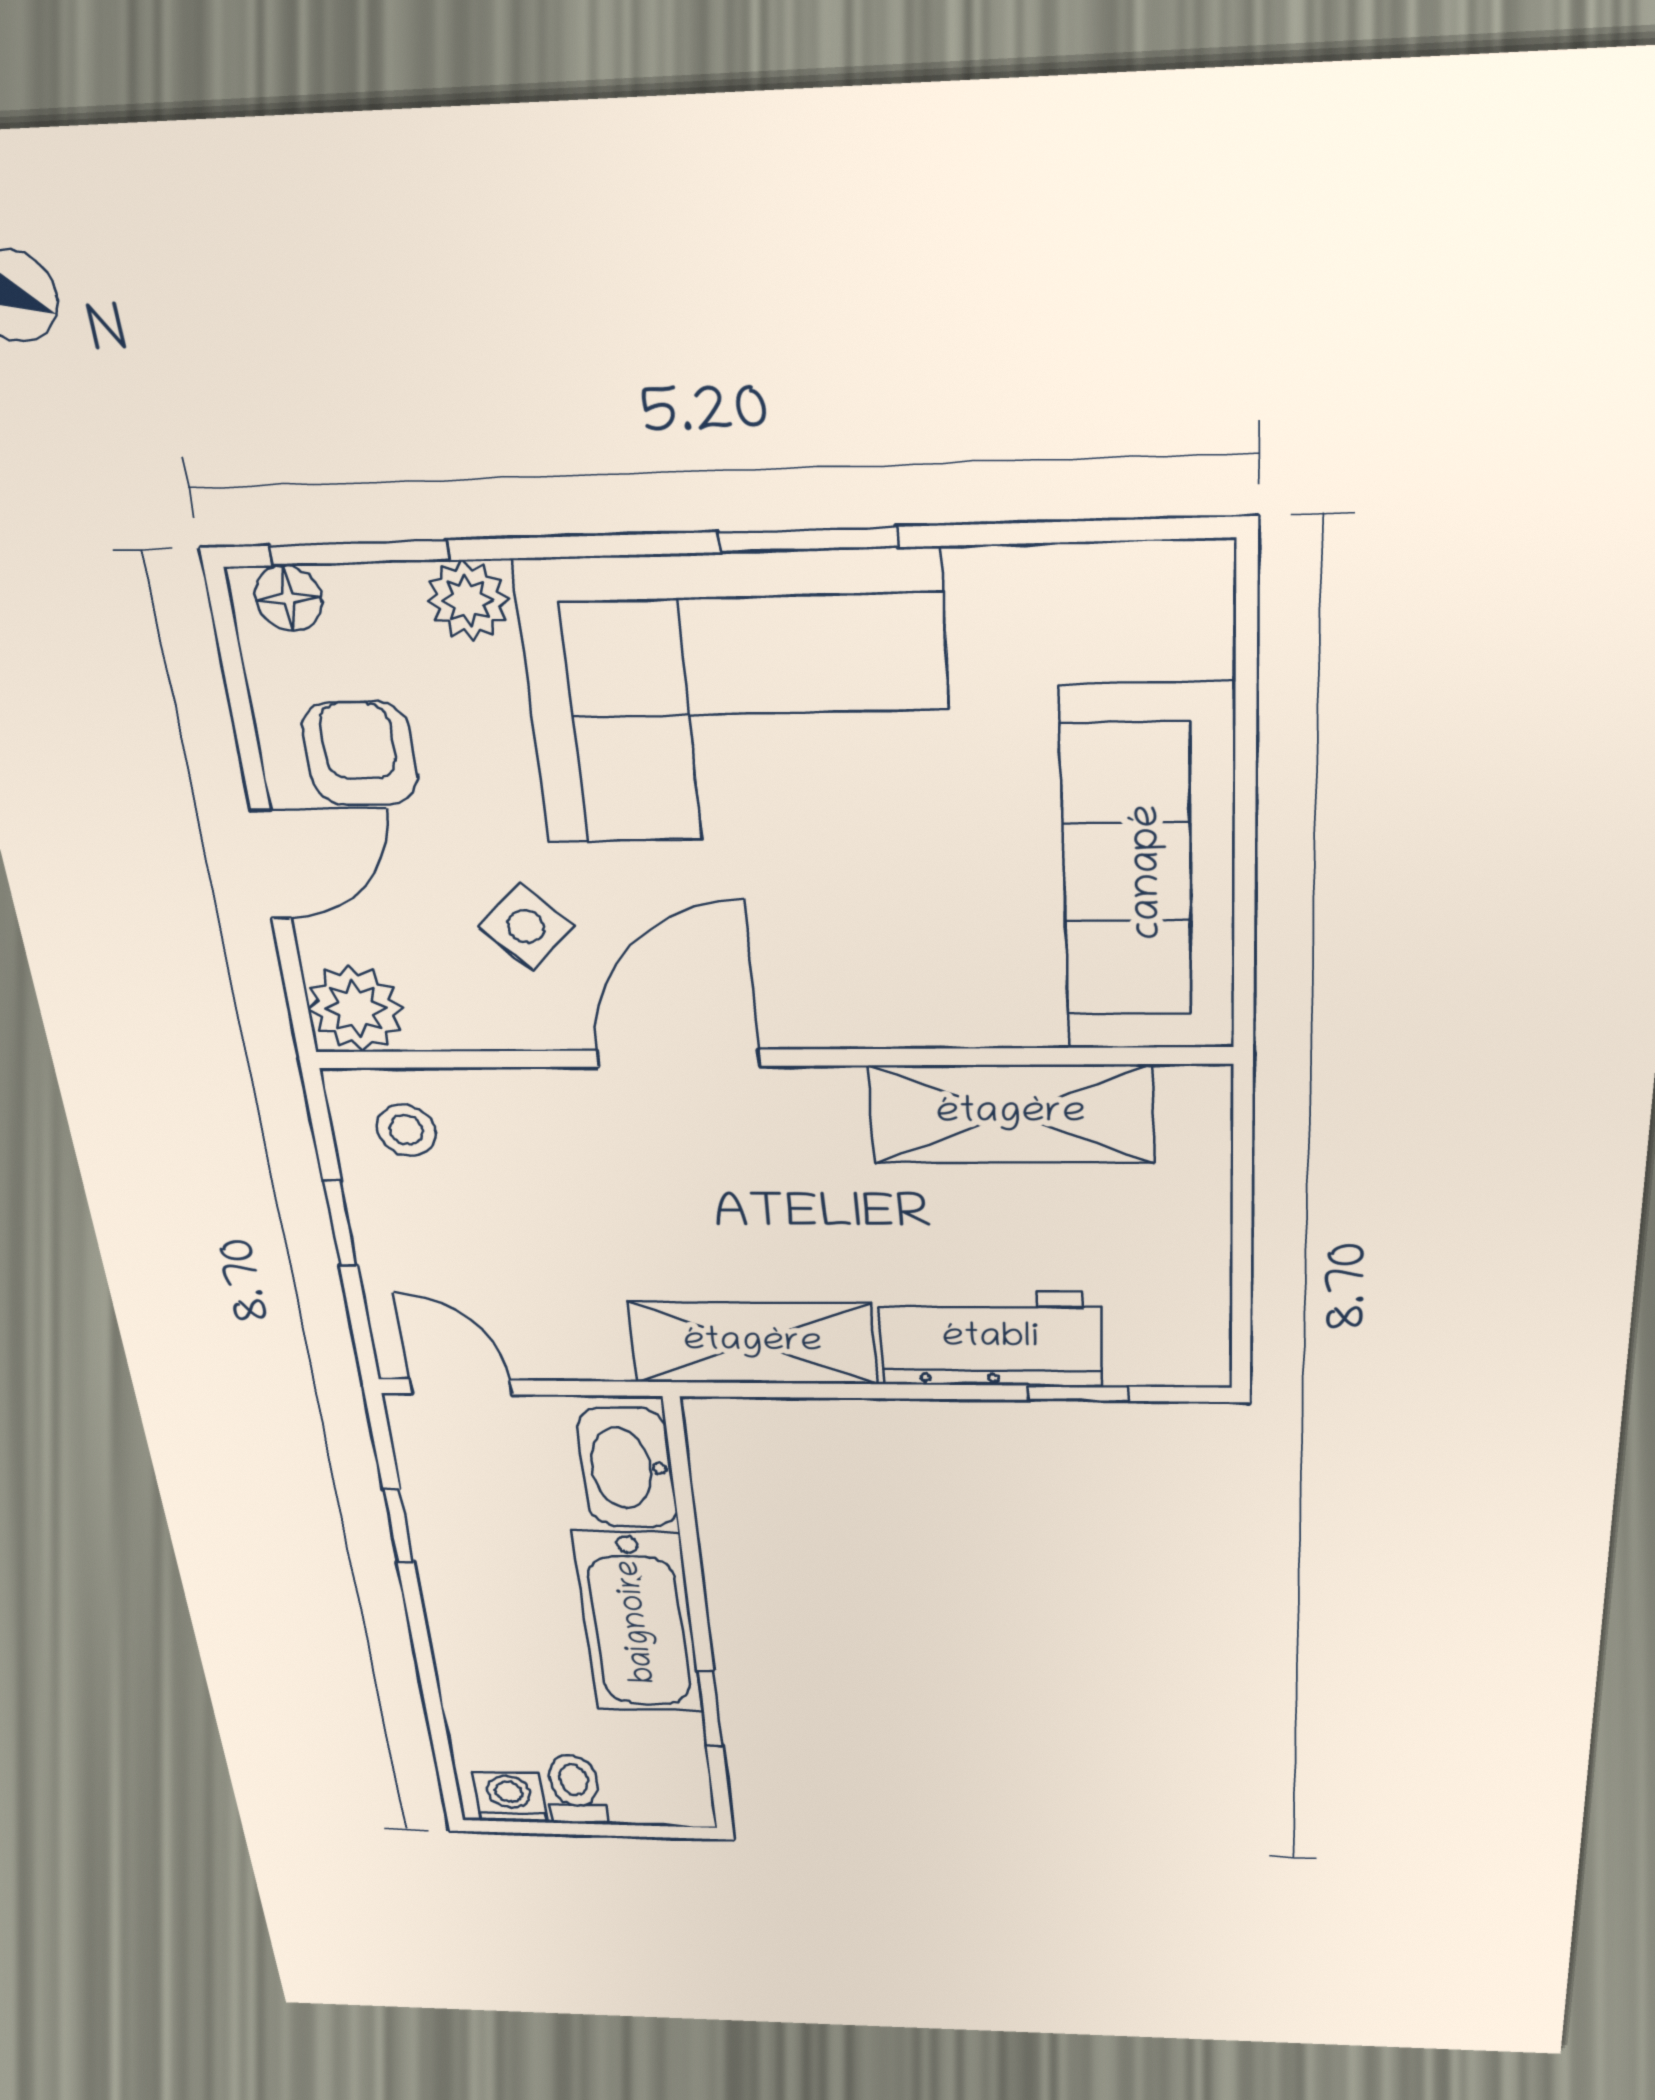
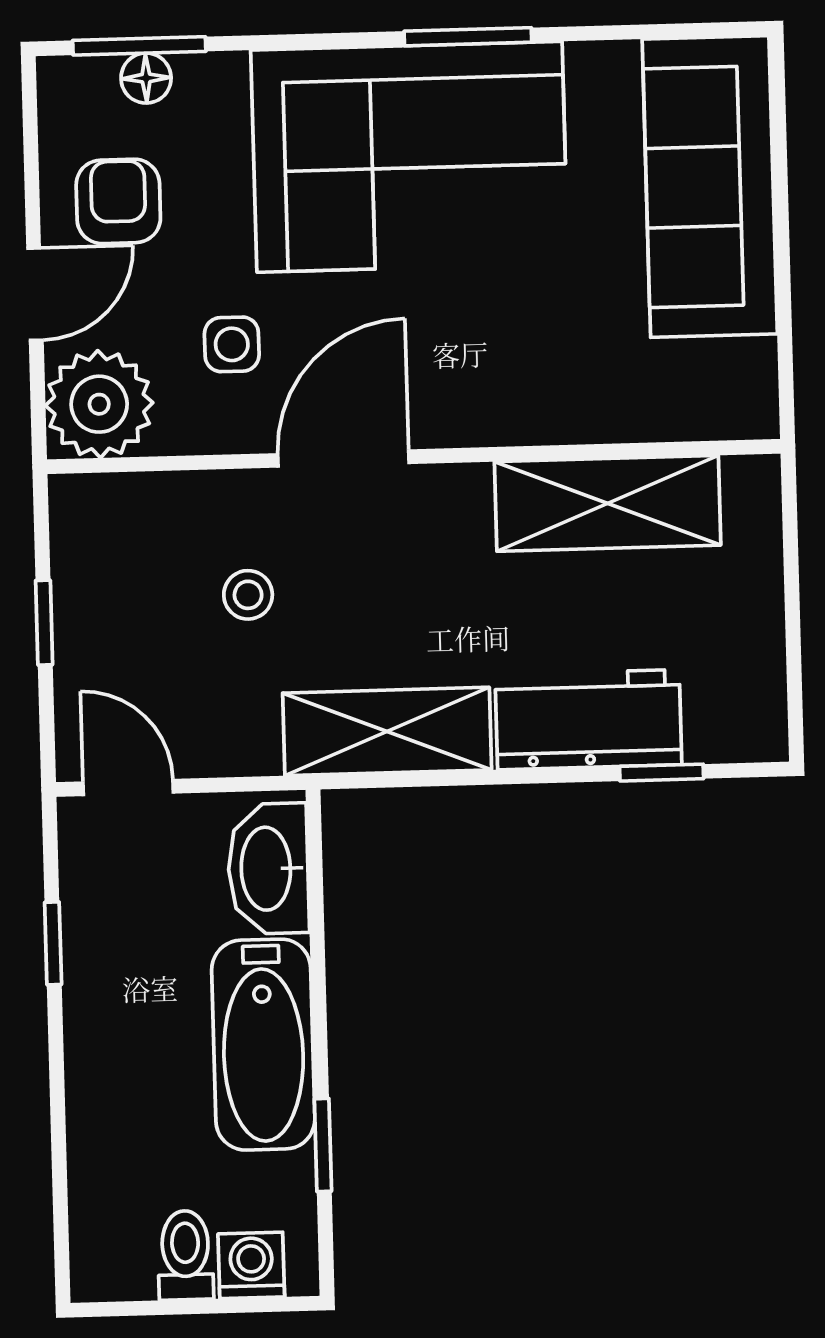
floor lamp: (288, 598) -> (146, 78), moved
plant: (467, 600) -> (215, 81), removed
sofa: (1149, 872) -> (710, 187), moved
side table: (526, 927) -> (232, 344), turned 45
plant: (356, 1008) -> (99, 404), width x1.36, depth x1.36
stool: (406, 1130) -> (248, 595), moved
washing machine: (510, 1797) -> (251, 1265), moved

